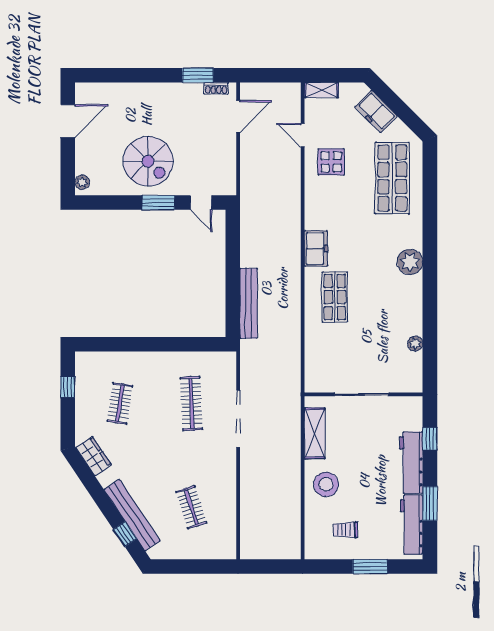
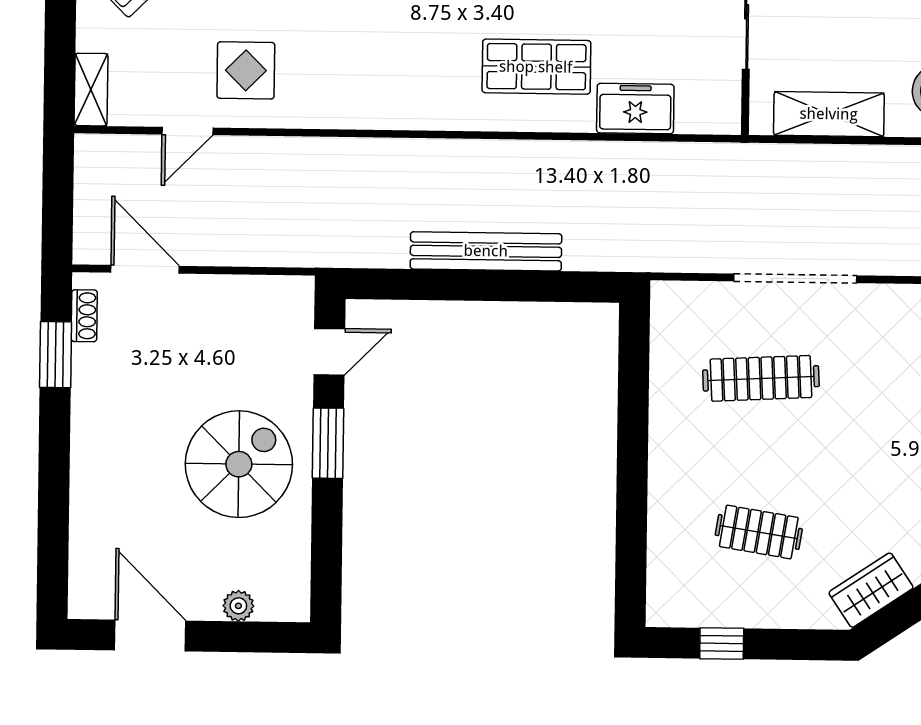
plant: (82, 182) -> (238, 606), moved
freezer: (316, 248) -> (635, 109), moved
bench: (249, 303) -> (486, 251), moved

